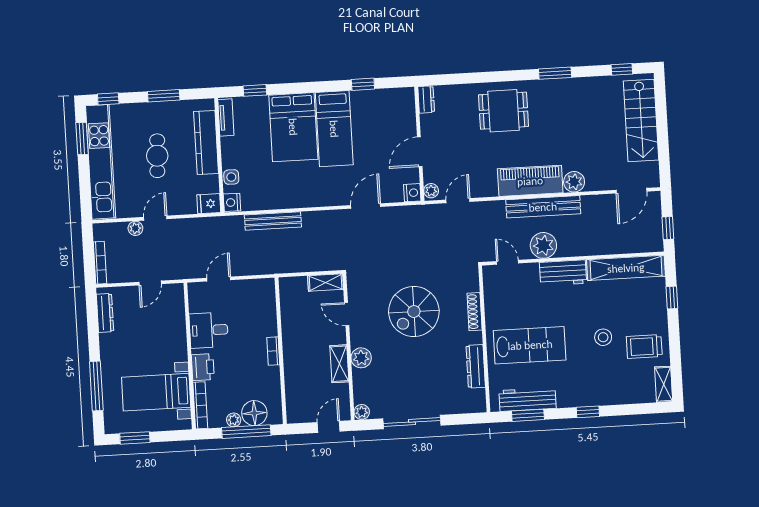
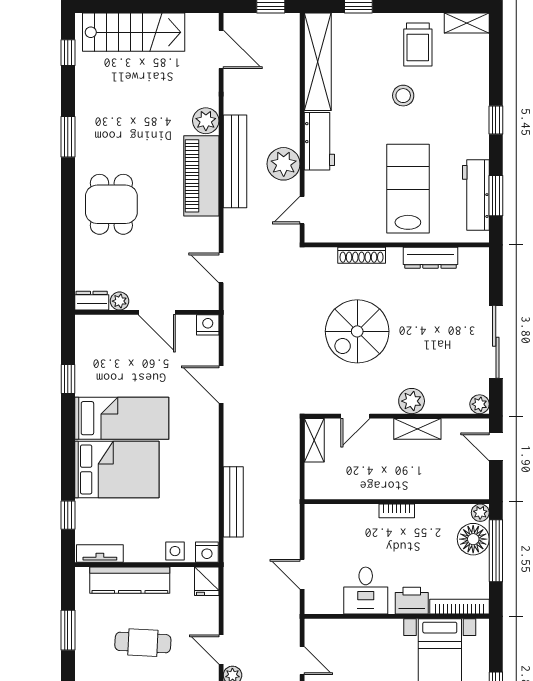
plant: (431, 191) -> (120, 301), moved
spiral stairs: (414, 311) -> (357, 331), turned 90
plant: (234, 420) -> (480, 513), moved

